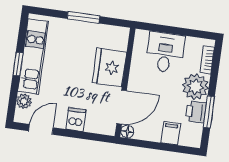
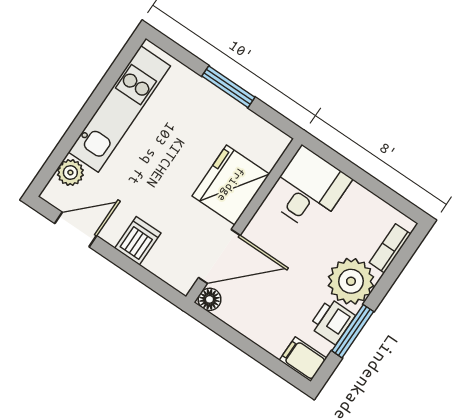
desk: (165, 52) -> (308, 189), moved
window: (18, 64) -> (90, 109), removed
filing cabinet: (171, 133) -> (303, 359), moved, turned -90

